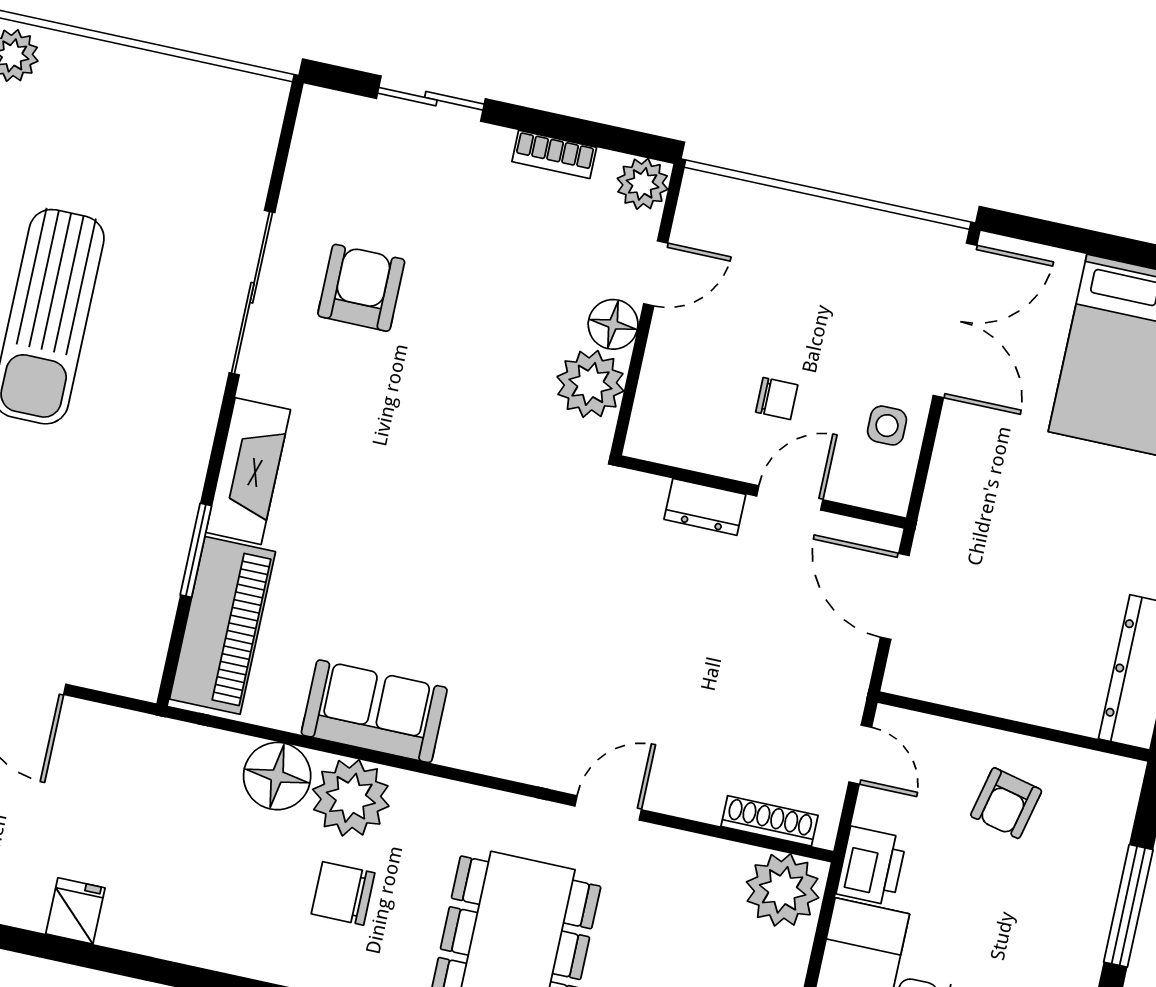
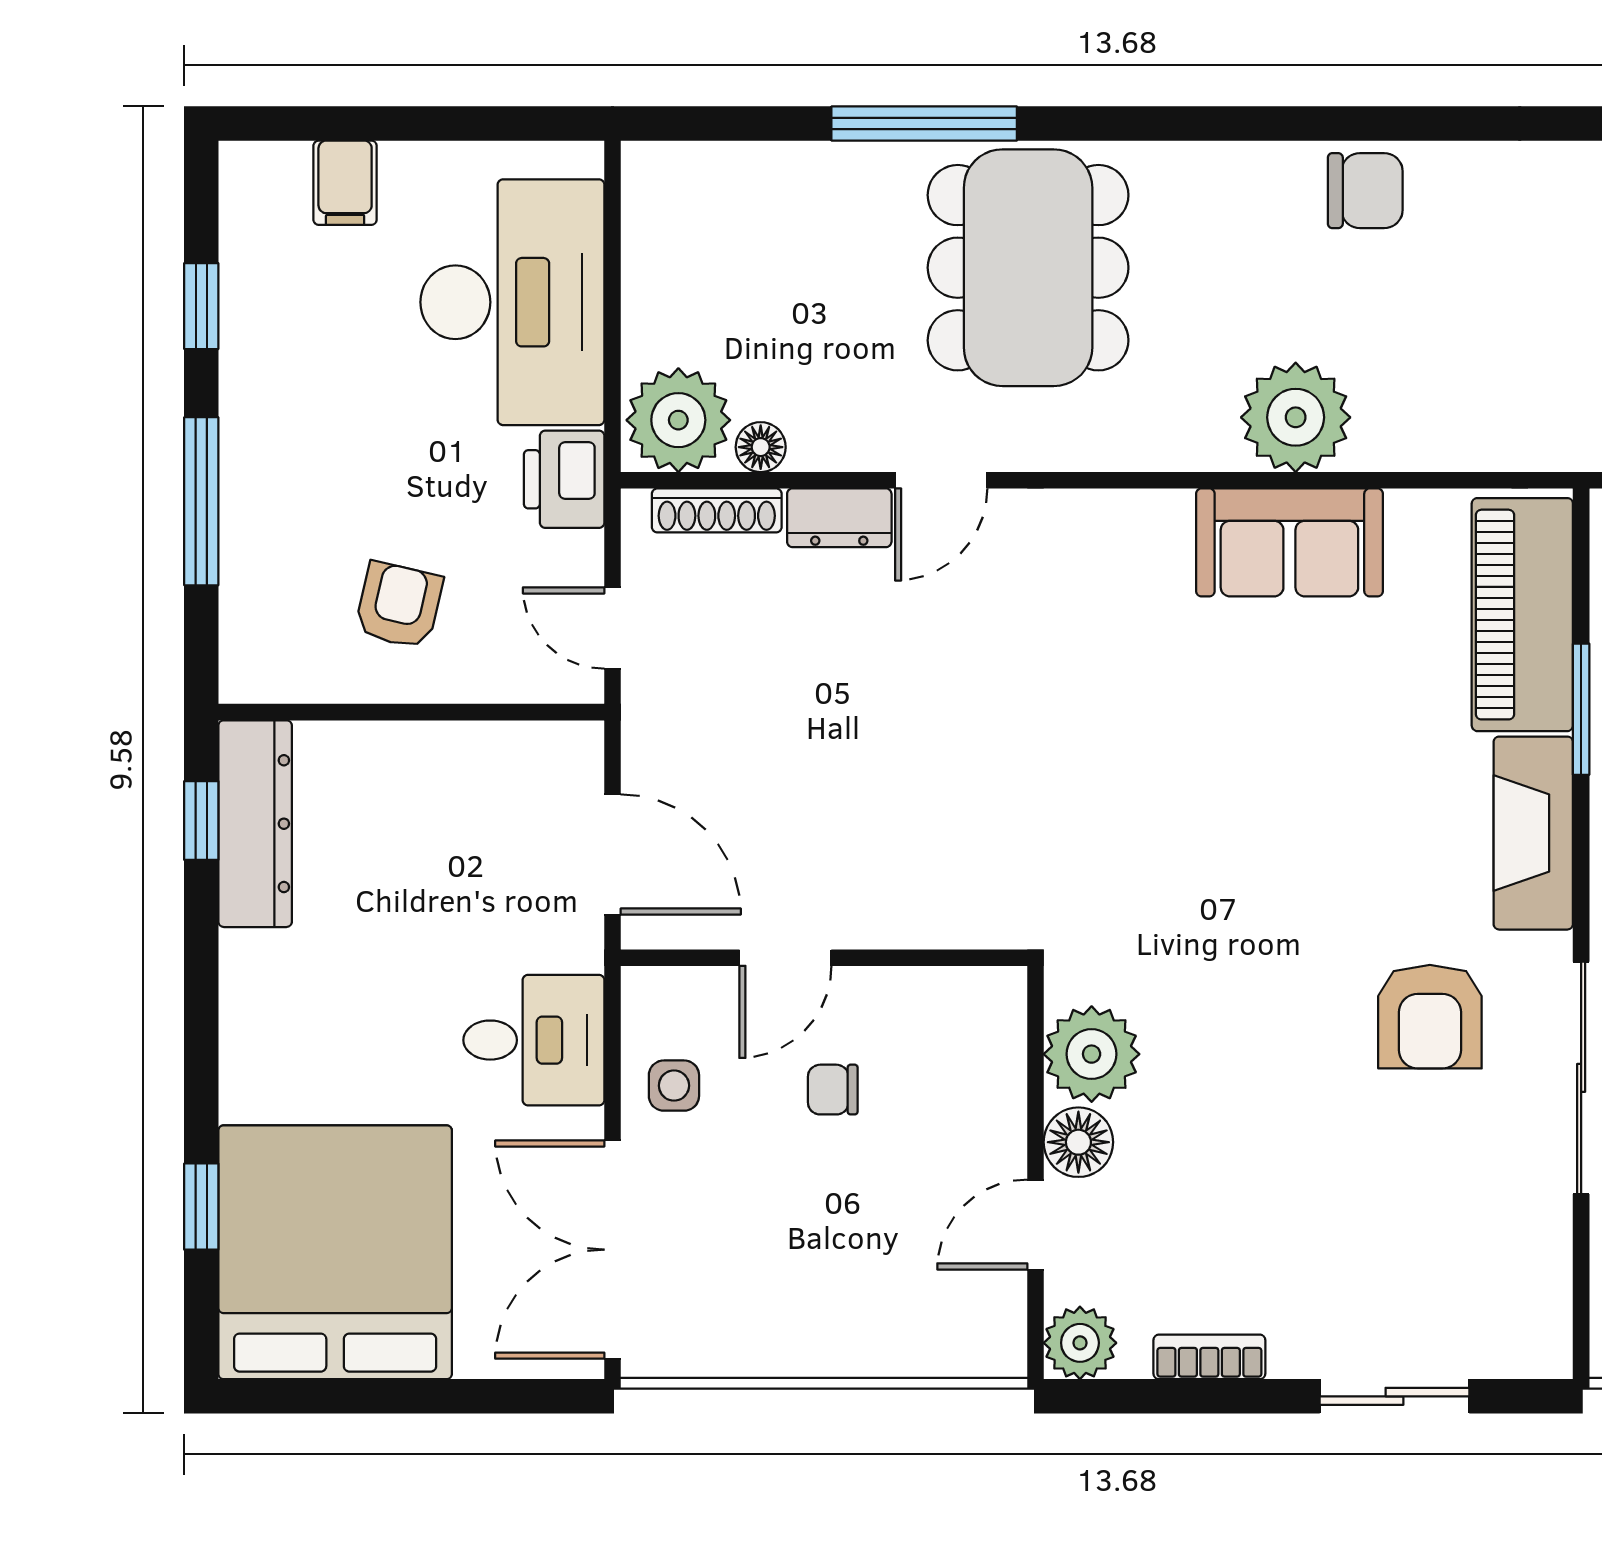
armchair: (361, 288) -> (1430, 1017), moved
desk: (978, 479) -> (534, 1040), added
dresser: (705, 507) -> (839, 518), moved, turned 180
floor lamp: (277, 776) -> (761, 447), moved, width x0.53, depth x0.53
chair: (343, 893) -> (1365, 191), moved

